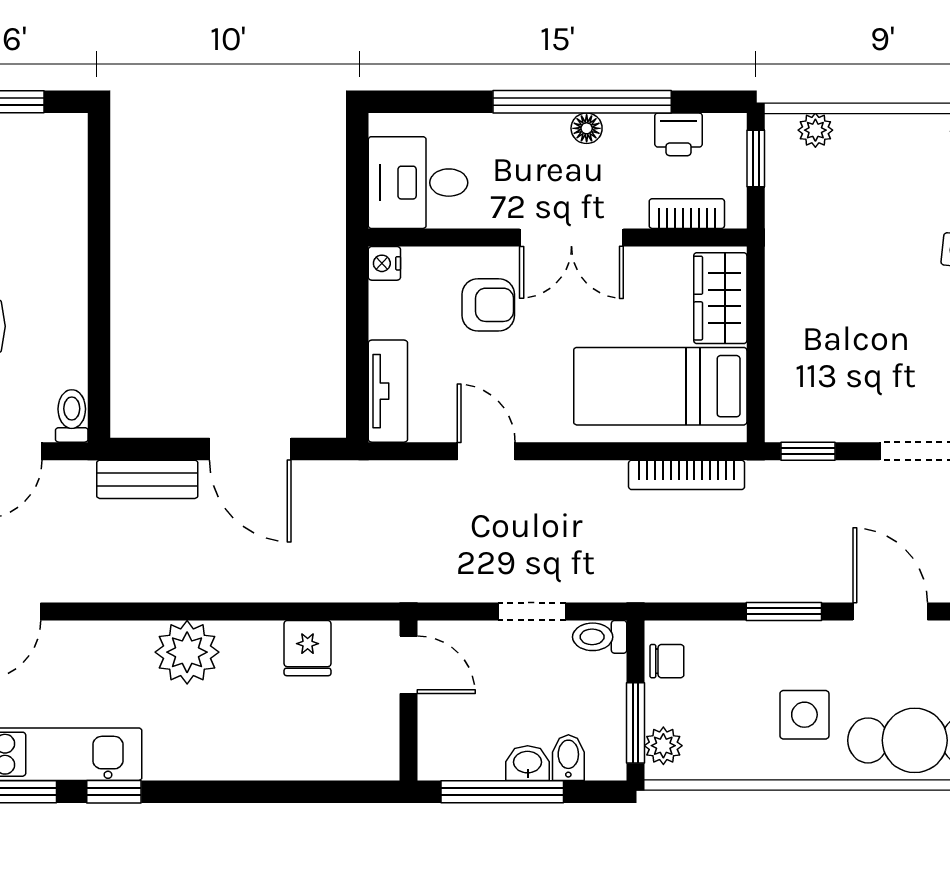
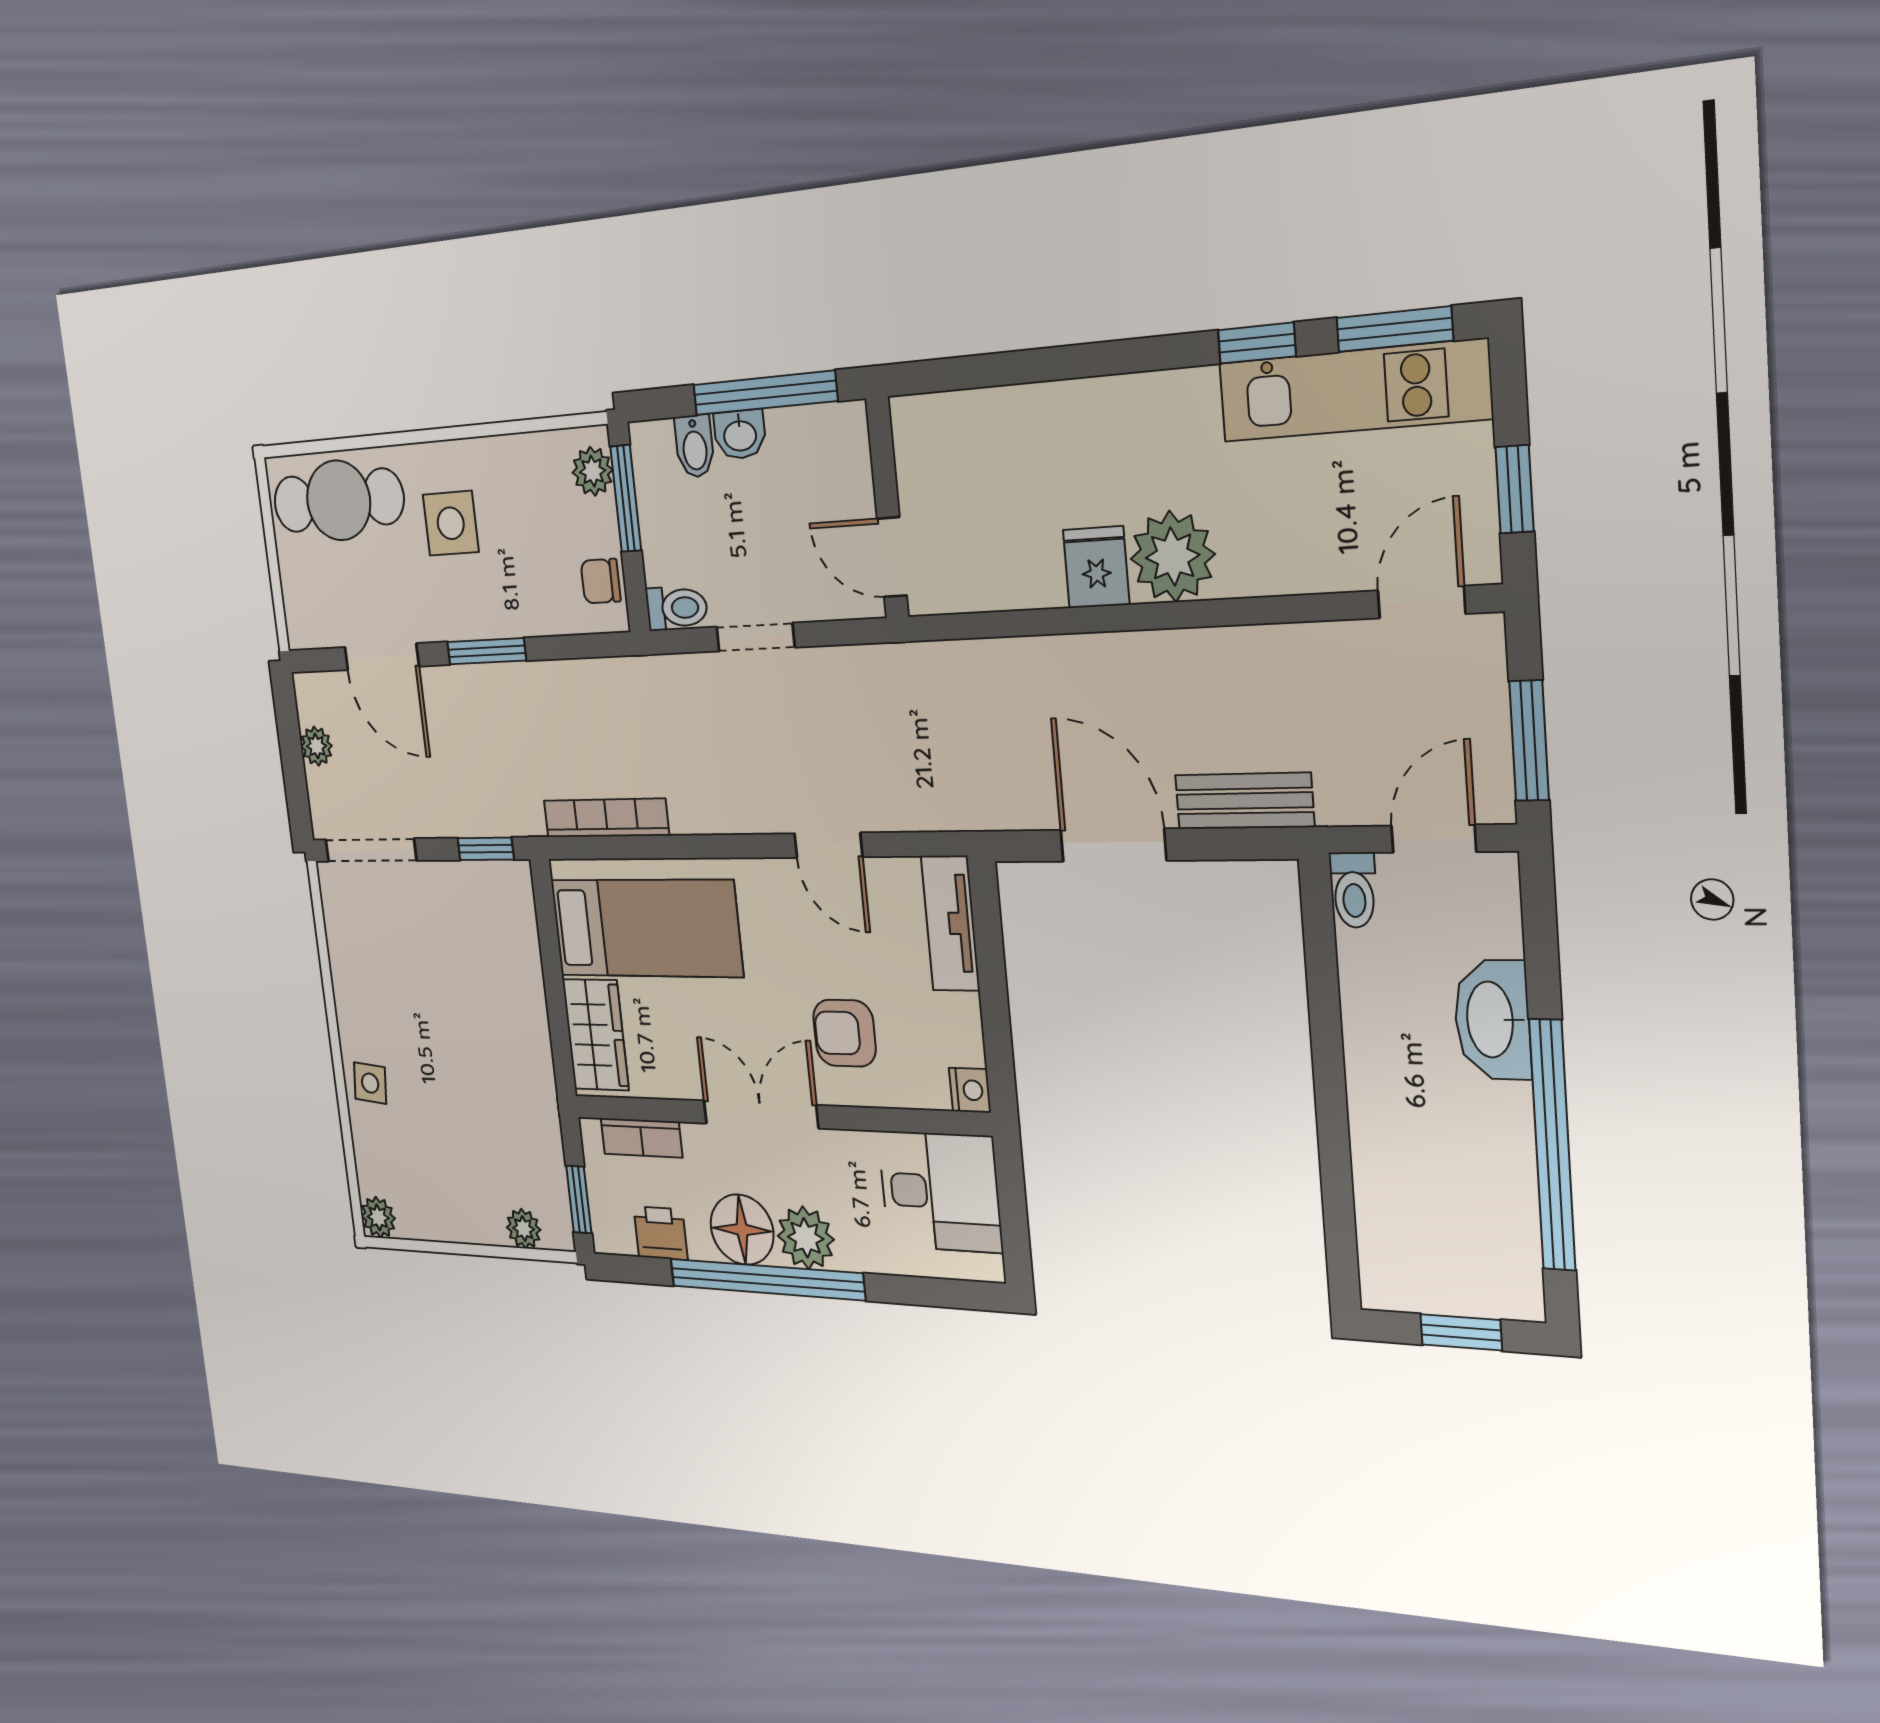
floor lamp: (587, 128) -> (742, 1230), width x1.89, depth x1.89
plant: (542, 139) -> (806, 1238), added
fridge: (308, 648) -> (1096, 567), moved

